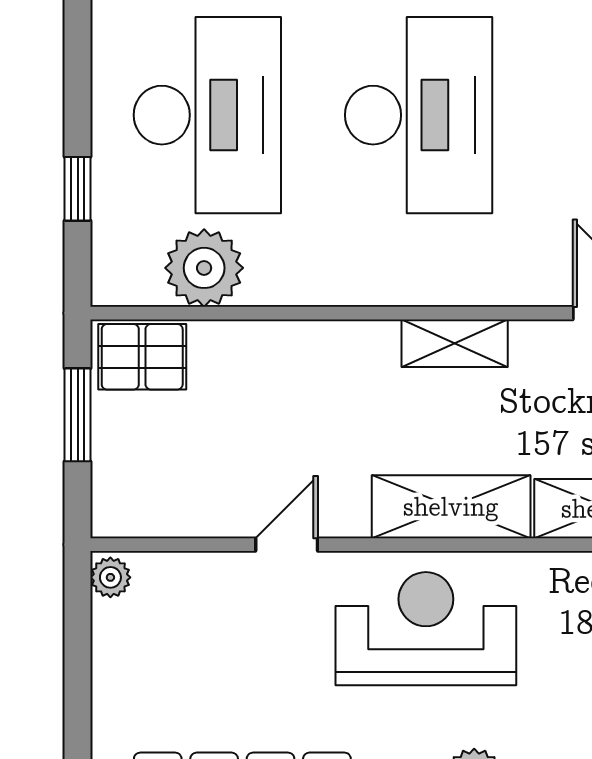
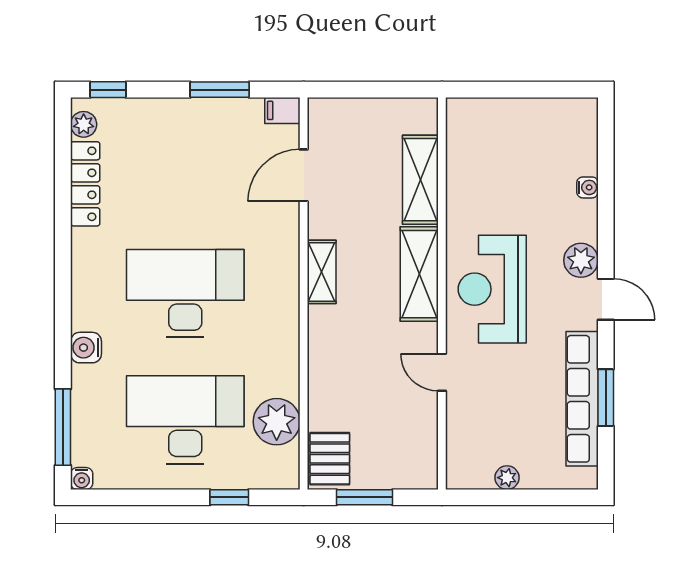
plant: (110, 577) -> (507, 478), moved

